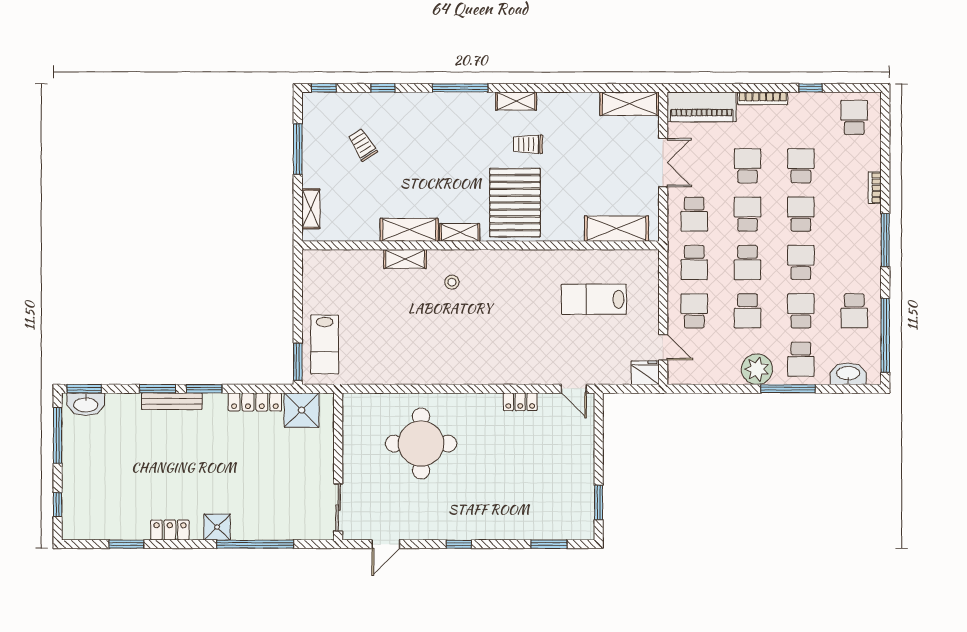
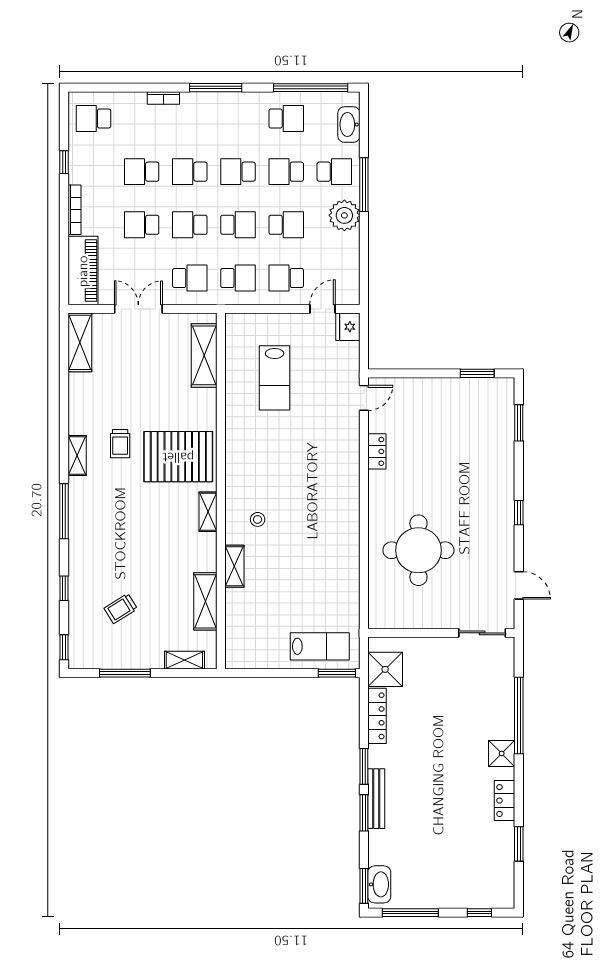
shelving: (409, 230) -> (205, 601), moved

